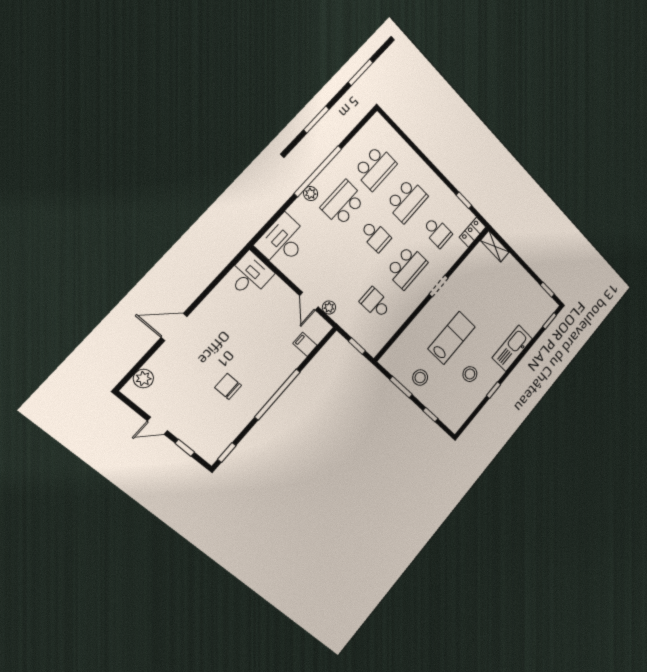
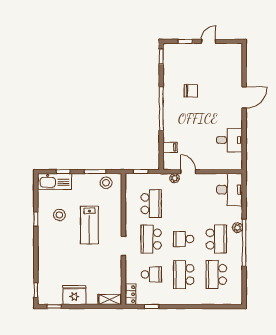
school desk: (437, 232) -> (151, 274), turned 180
desk: (250, 275) -> (229, 140), moved, turned -90
fridge: (522, 283) -> (74, 295), added
school desk: (375, 303) -> (151, 204), width x1.85
kitchen sink: (512, 348) -> (54, 181), moved, turned 90
stool: (420, 378) -> (106, 183), moved
plant: (143, 379) -> (236, 59), removed

